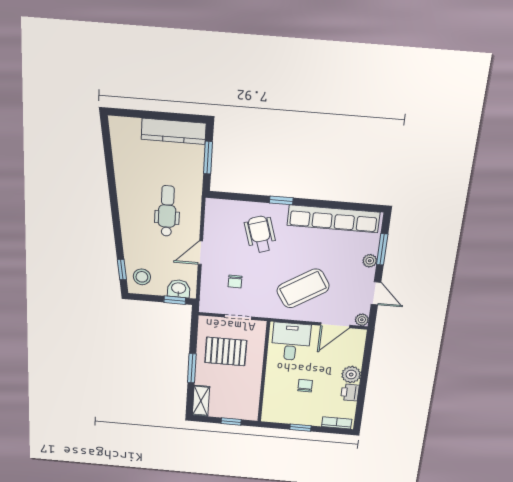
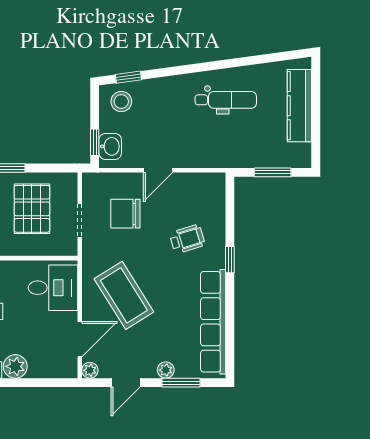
kitchen counter: (174, 131) -> (299, 106), moved
dental chair: (167, 211) -> (226, 100), moved
wheelchair: (260, 234) -> (187, 239), width x0.73, depth x0.73
door: (200, 253) -> (158, 170), swing flipped
chair: (235, 282) -> (125, 214), width x1.87, depth x1.87
door: (335, 325) -> (80, 339), swing flipped

